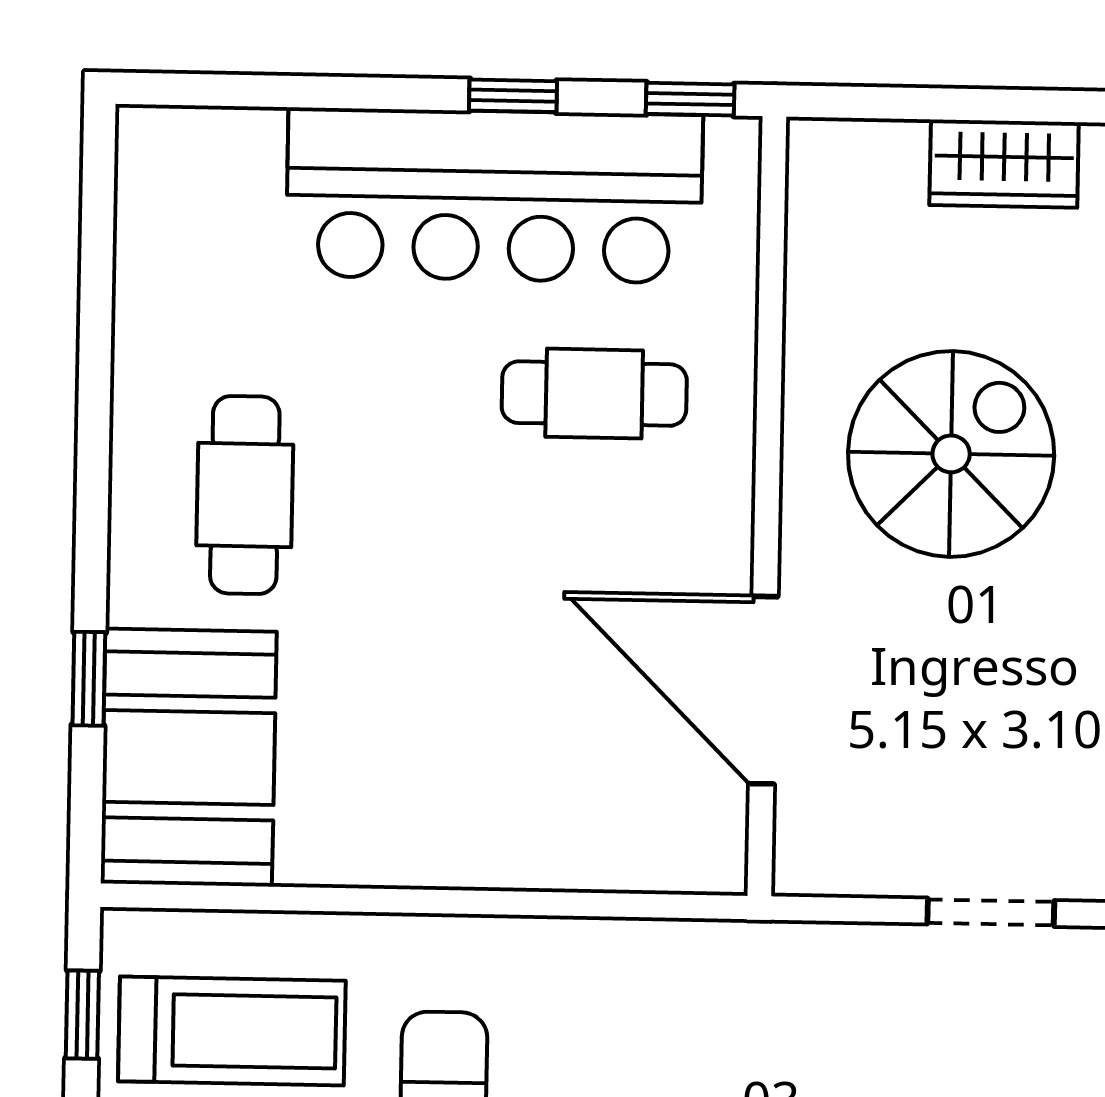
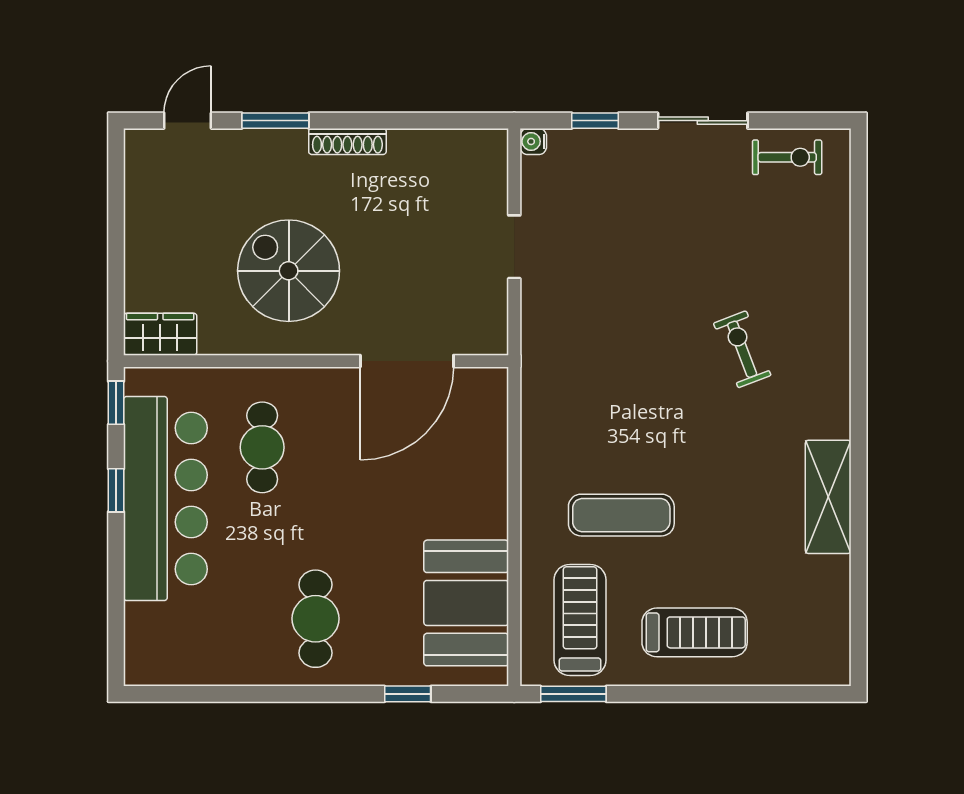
wardrobe: (1004, 164) -> (160, 334), moved, turned -90
cafe table: (245, 495) -> (316, 619), turned 90
booth: (189, 757) -> (466, 603), moved, turned 90
window: (82, 1015) -> (573, 694), width x1.50

